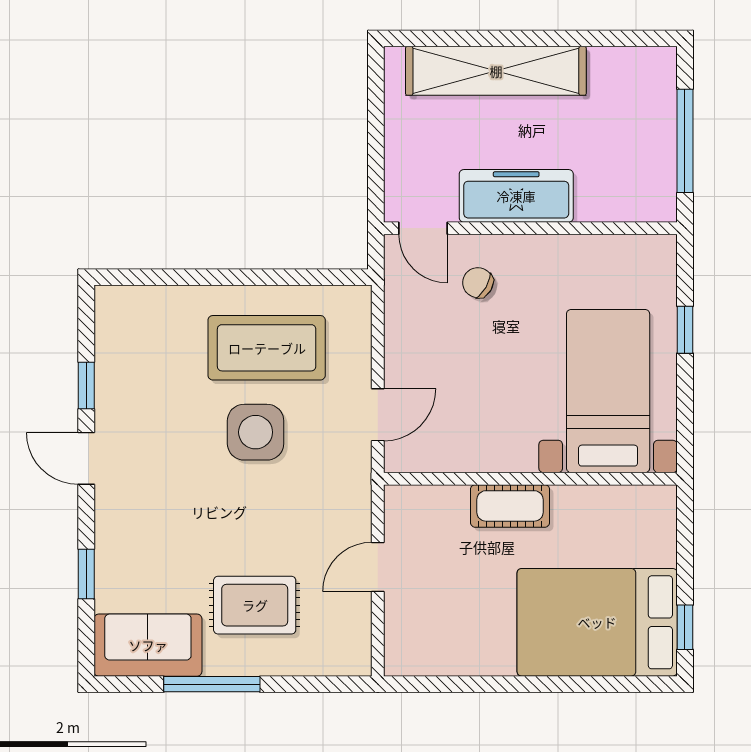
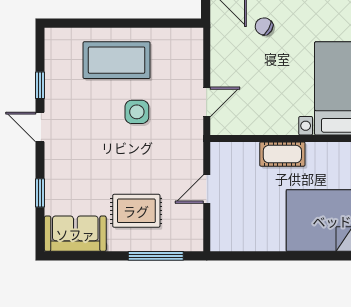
coffee table: (267, 348) -> (117, 60), moved
side table: (256, 432) -> (137, 112), width x0.73, depth x0.73
window: (212, 684) -> (156, 256), moved

